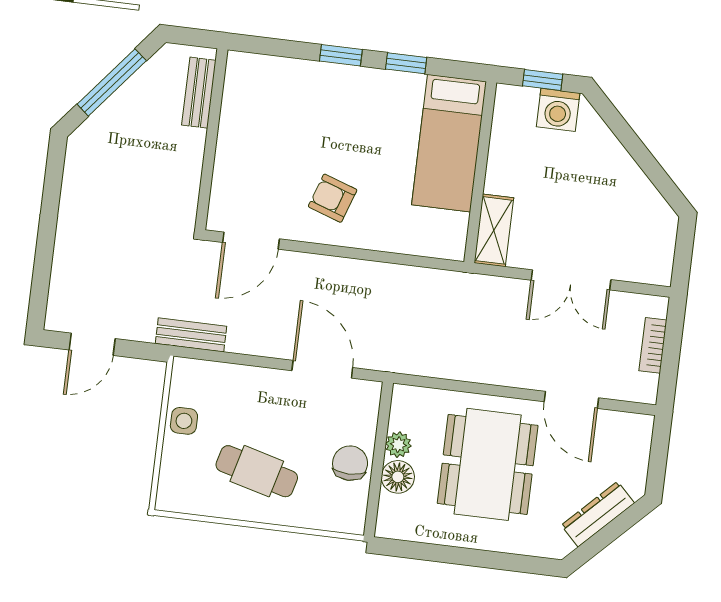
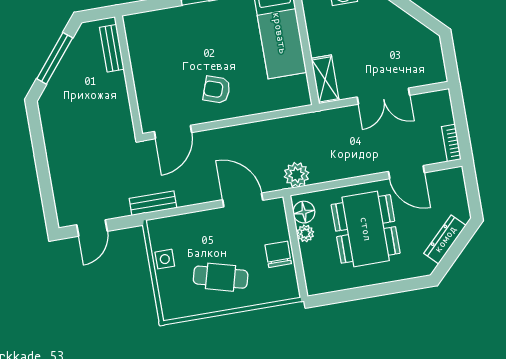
bookcase: (653, 345) -> (451, 143), moved
plant: (411, 356) -> (296, 175), added
floor lamp: (398, 477) -> (304, 212), moved

